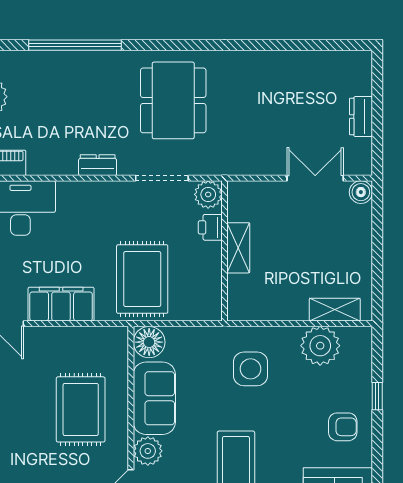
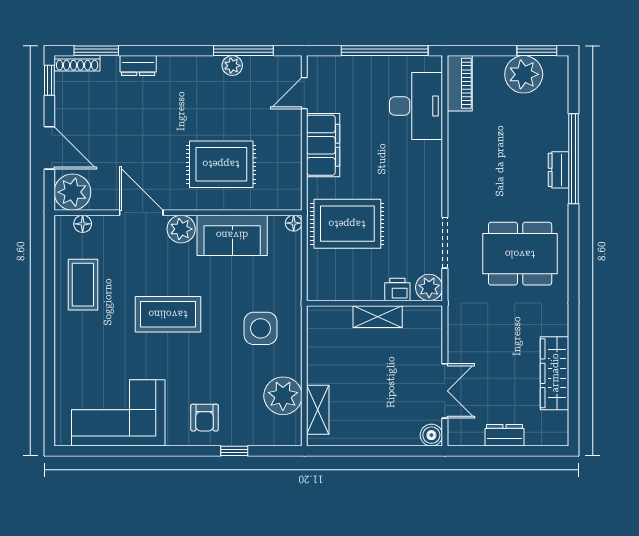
wardrobe: (297, 65) -> (555, 373), added
dresser: (98, 165) -> (559, 170), moved, turned 180
floor lamp: (149, 342) -> (294, 223), width x0.53, depth x0.53

